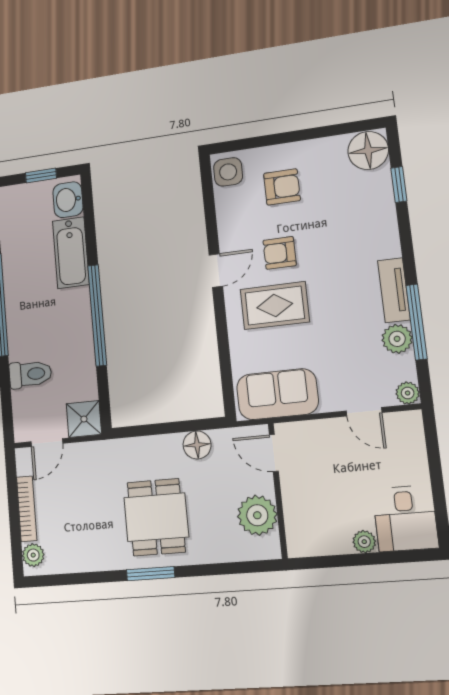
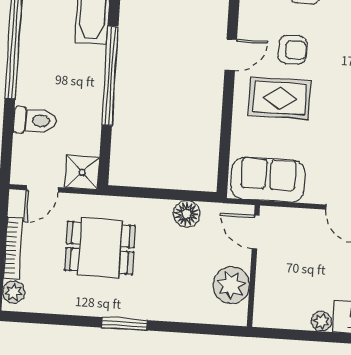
armchair: (280, 253) -> (293, 50), turned 180
dining table: (156, 517) -> (100, 248), moved, turned 90

